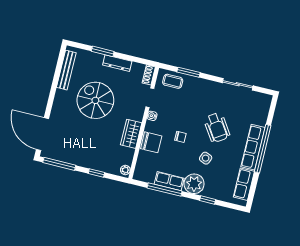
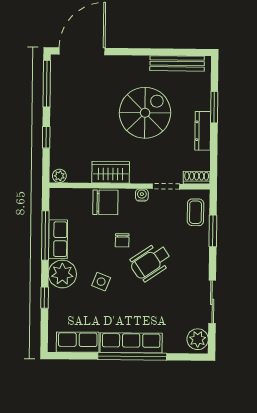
plant: (261, 100) -> (198, 339), added
wheelchair: (217, 128) -> (151, 262), moved
chair: (151, 142) -> (105, 202), turned -90

